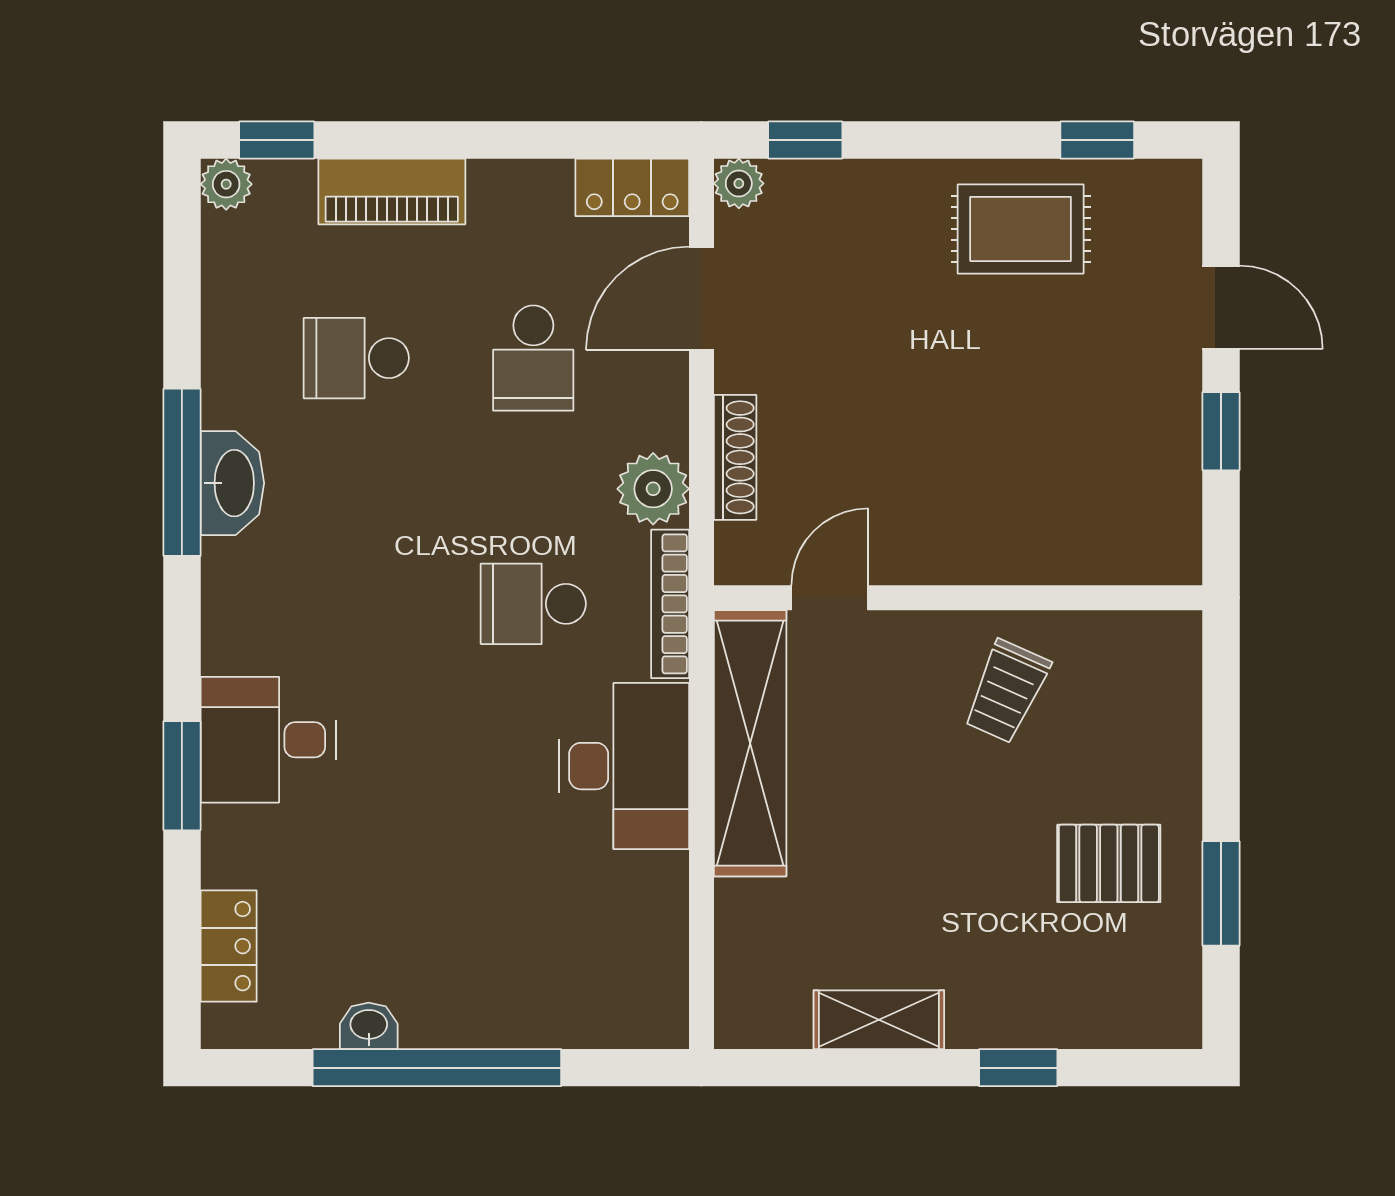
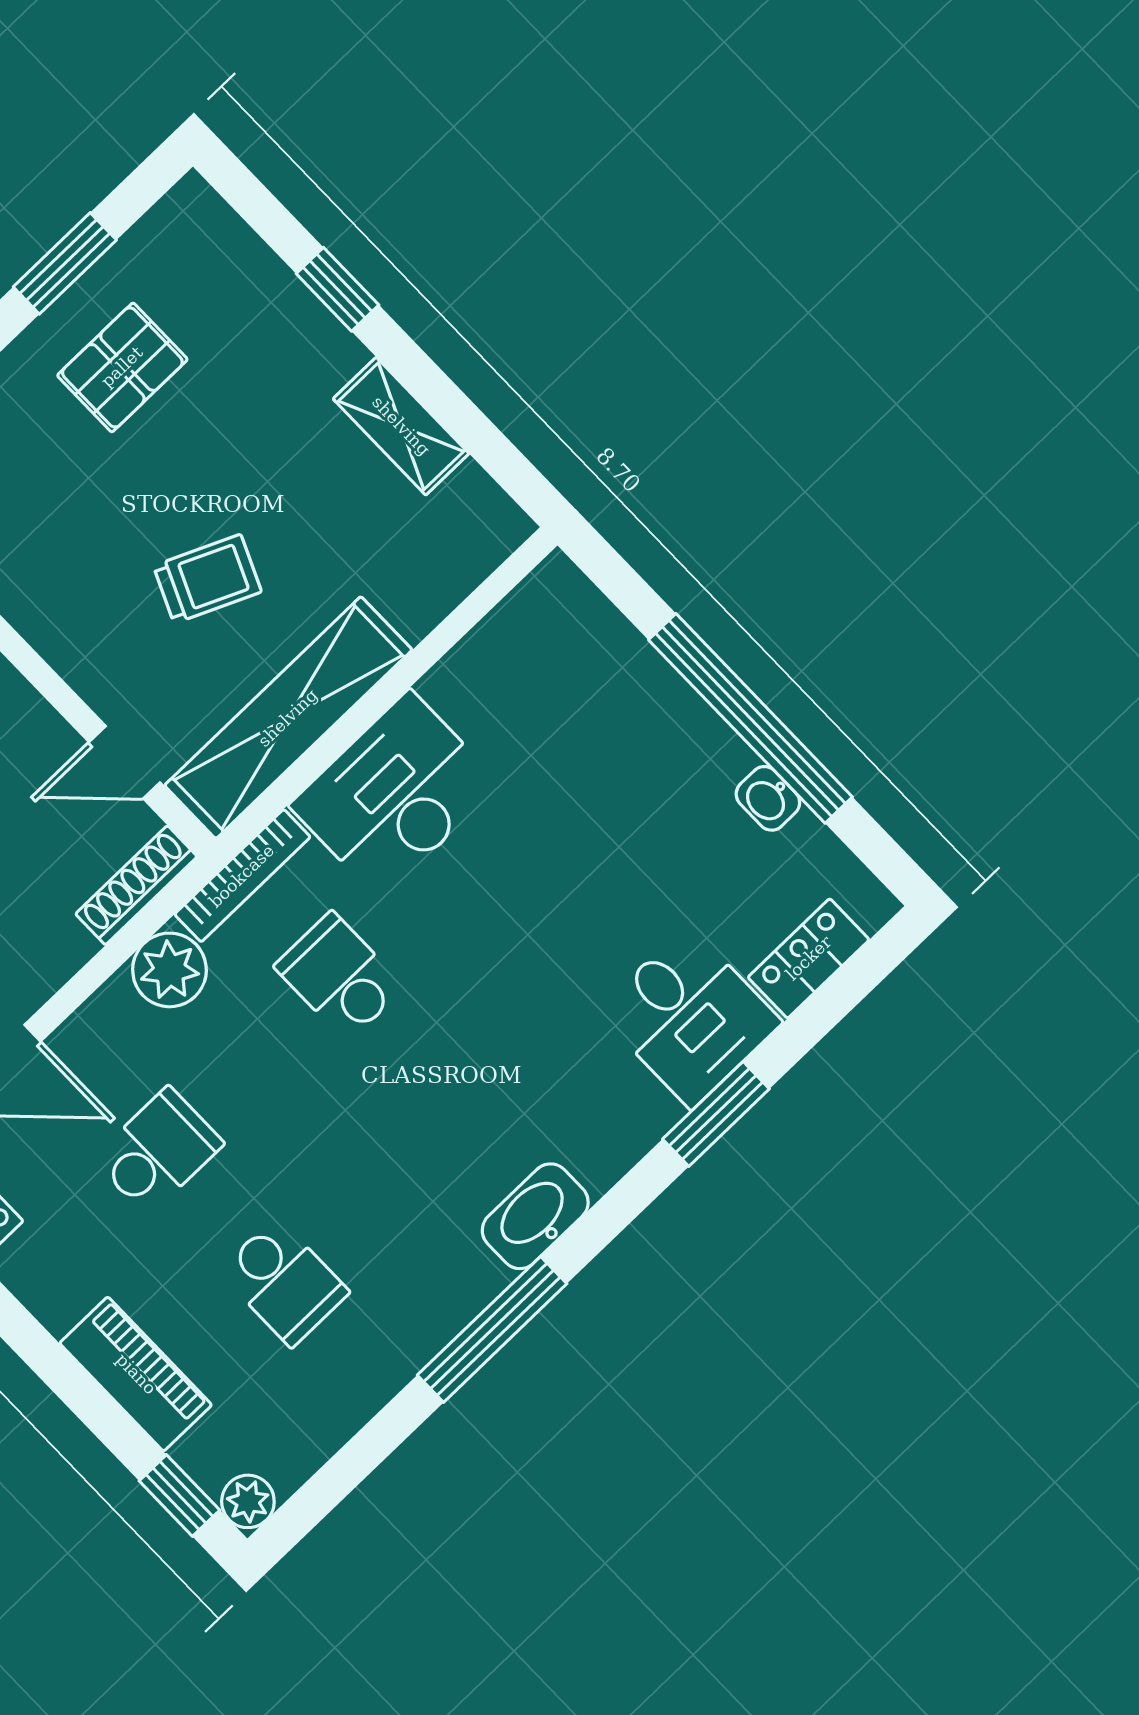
shoe rack: (735, 457) -> (136, 885), moved
washbasin: (232, 483) -> (535, 1216), moved
school desk: (533, 604) -> (340, 977), turned 180
trolley: (1007, 691) -> (207, 579), moved
desk: (268, 740) -> (689, 1017), moved
pallet: (1109, 863) -> (122, 367), turned 90

